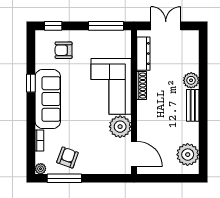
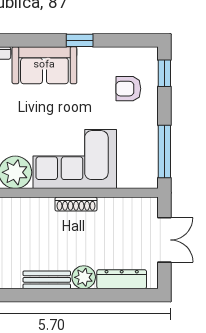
armchair: (64, 50) -> (128, 89), turned -90
dresser: (143, 54) -> (122, 279), moved, turned 180
sofa: (48, 99) -> (44, 65), width x0.73

